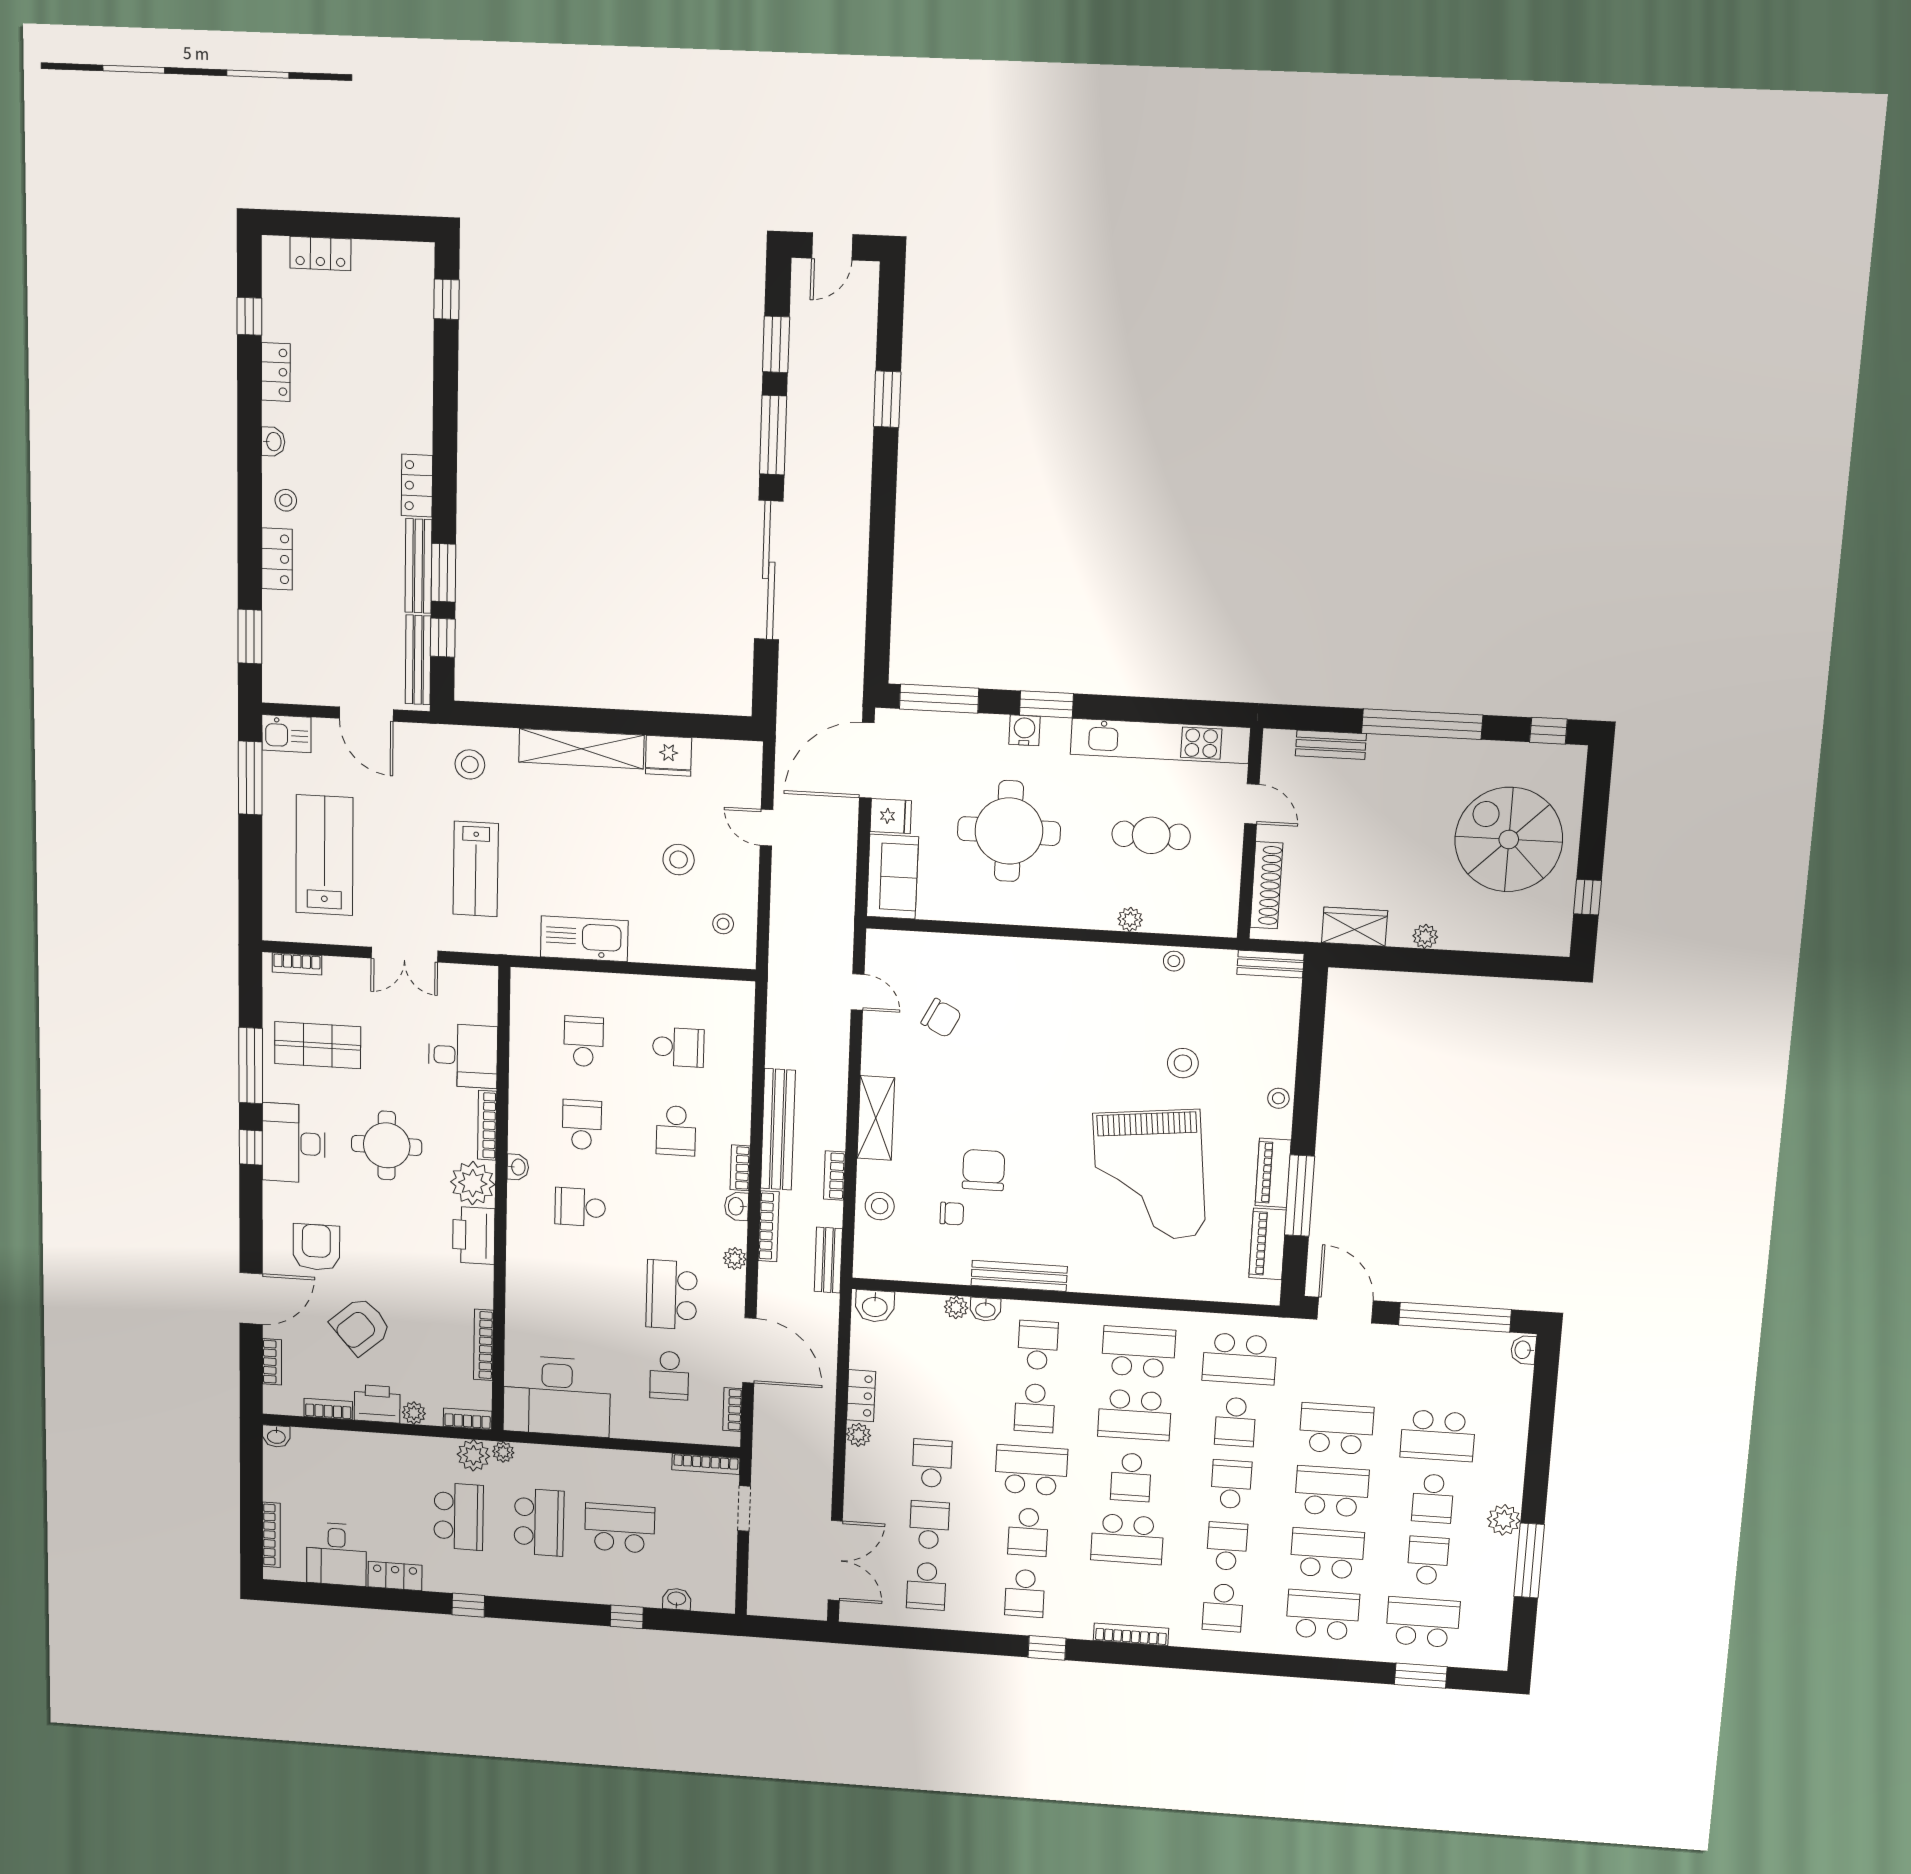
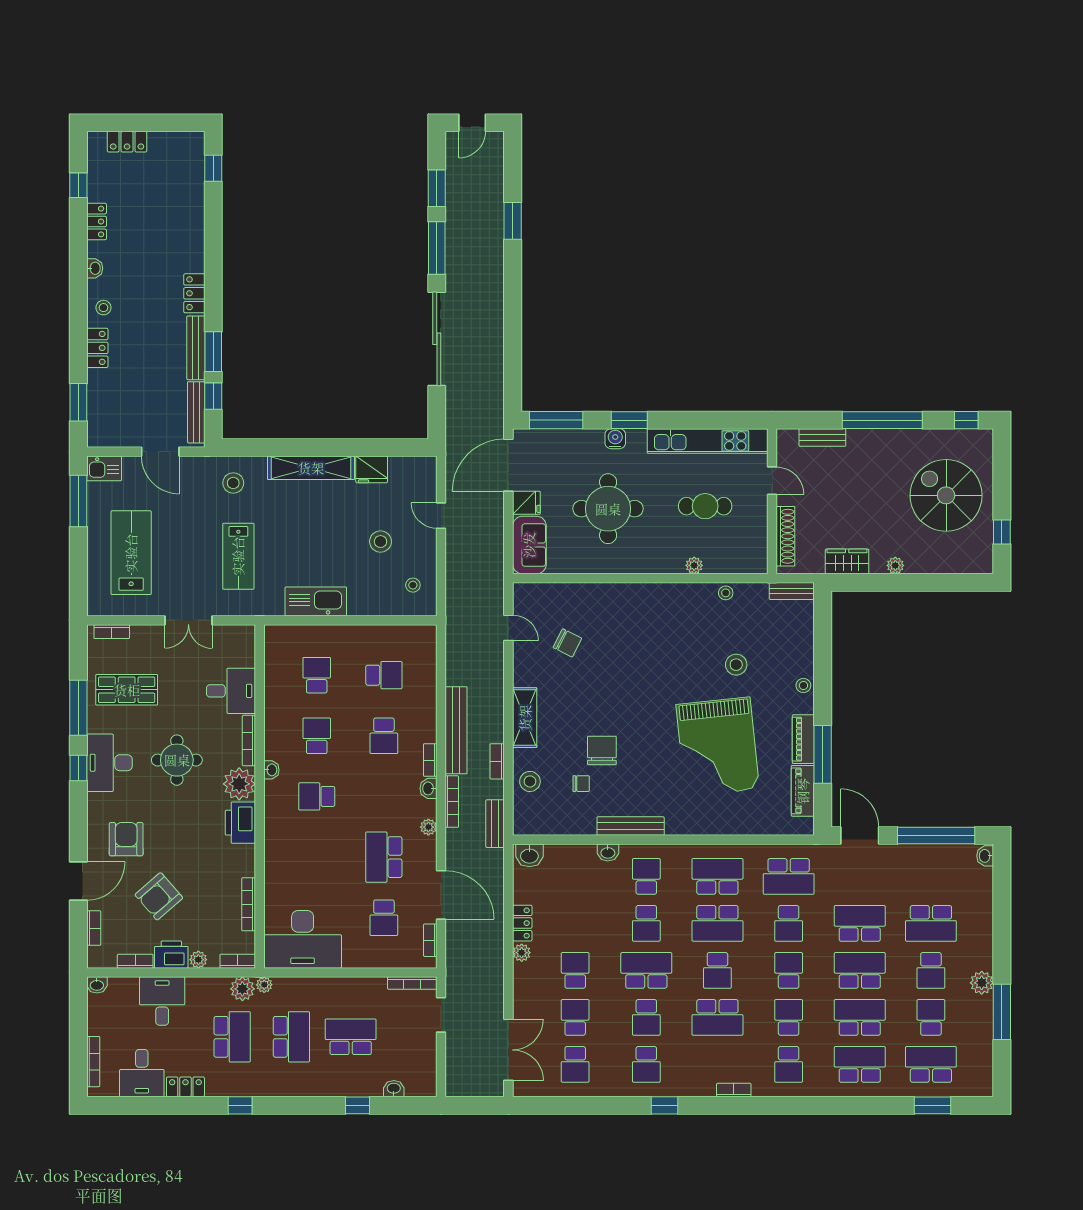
plant: (956, 1307) -> (587, 852), removed
desk: (364, 1463) -> (162, 1001), added
bookcase: (1131, 1634) -> (734, 1090), width x0.64

